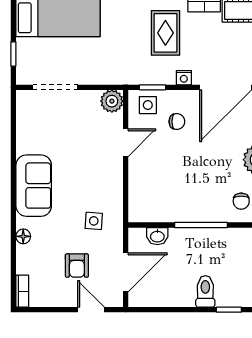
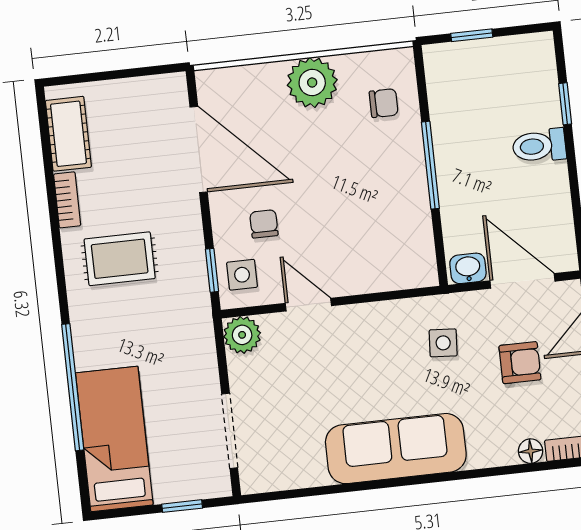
nightstand: (184, 78) -> (190, 220), removed
sofa: (34, 186) -> (396, 449), width x1.36
floor lamp: (23, 236) -> (531, 451), moved
washbasin: (157, 236) -> (468, 268), moved, turned -90

